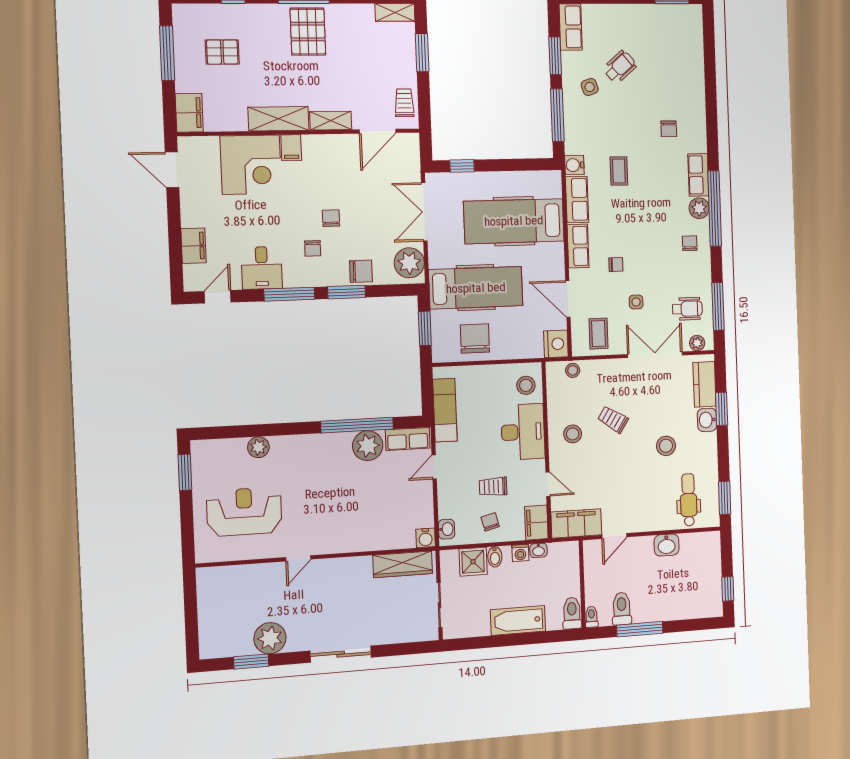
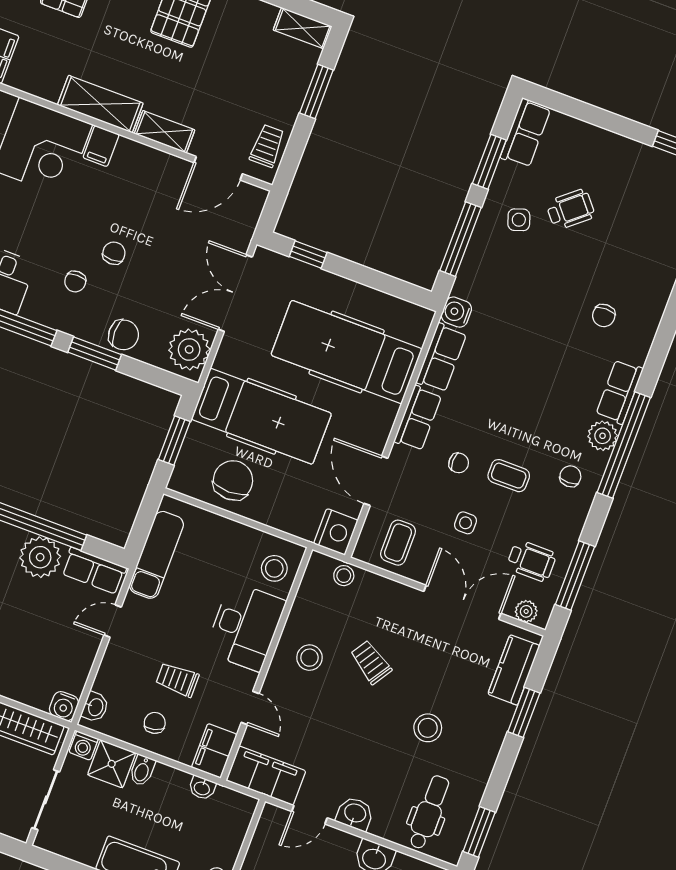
coffee table: (619, 171) -> (509, 476), moved, turned 90
washbasin: (707, 420) -> (355, 814), moved, turned 90
washing machine: (520, 553) -> (84, 746), moved

